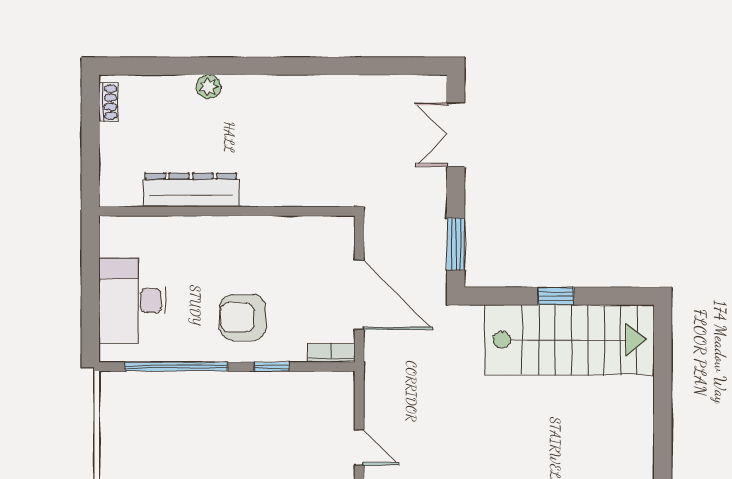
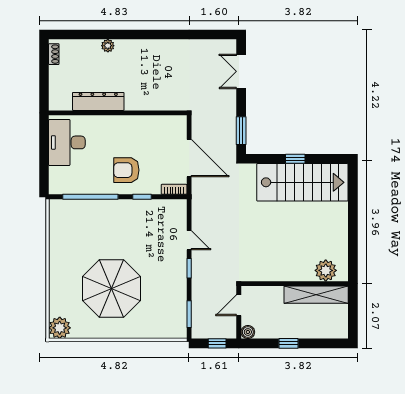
desk: (133, 301) -> (67, 142), moved

